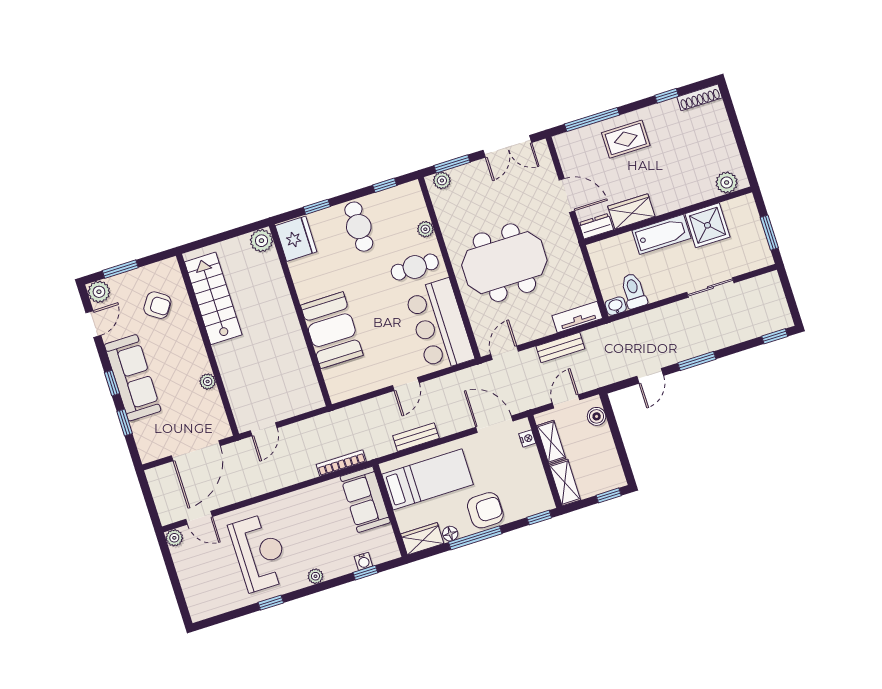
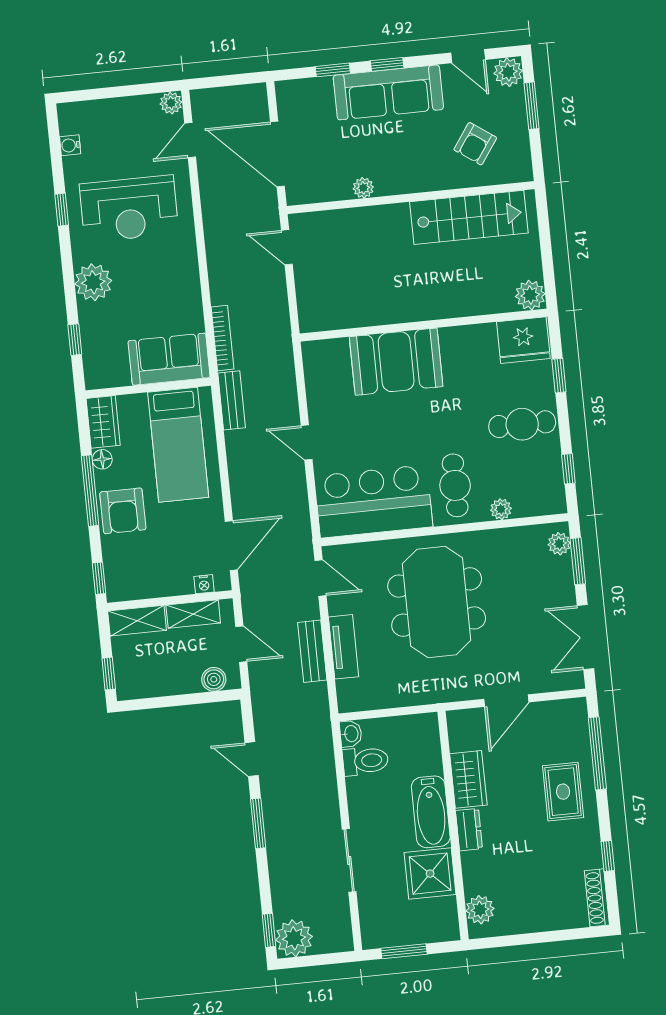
dresser: (596, 226) -> (469, 830), moved
plant: (777, 316) -> (294, 938), added
tv unit: (577, 317) -> (344, 647), moved
bench: (416, 437) -> (232, 400), moved
water cooler: (363, 561) -> (70, 145), moved
plant: (315, 576) -> (93, 282), width x1.88, depth x1.88

